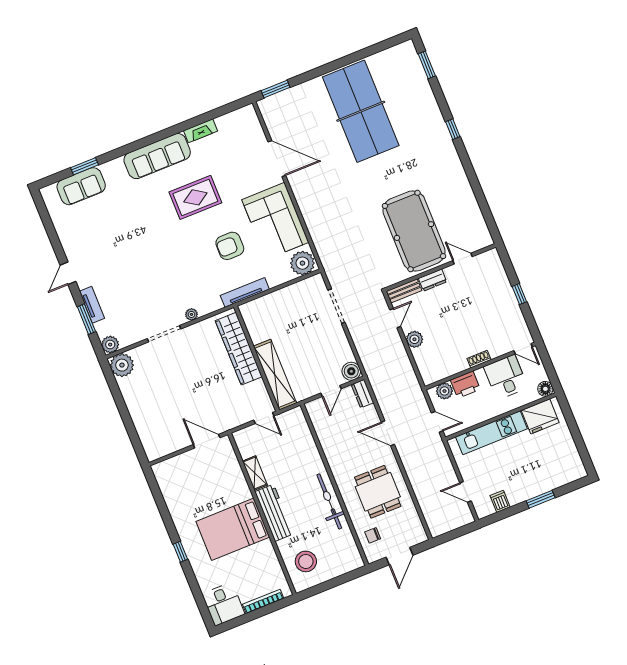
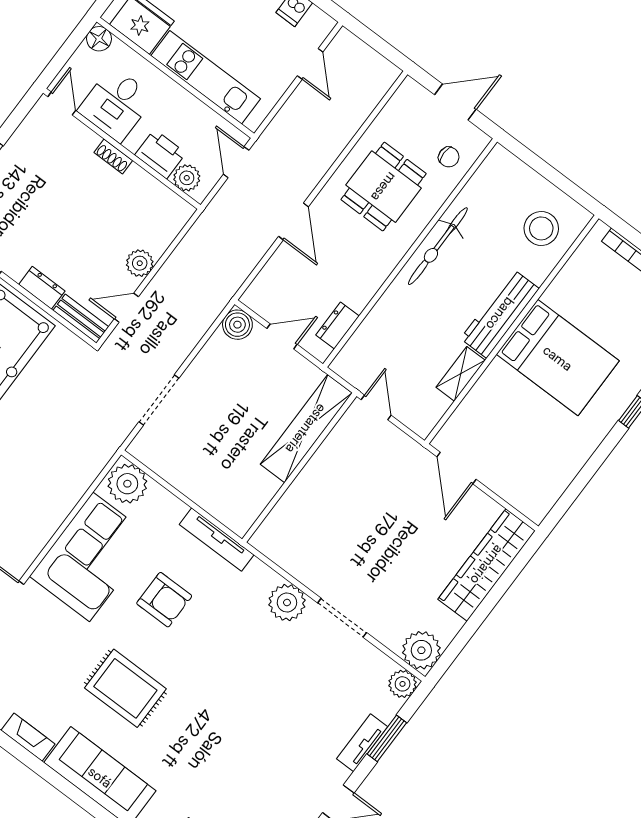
plant: (191, 314) -> (287, 603), width x1.88, depth x1.88
wardrobe: (239, 349) -> (487, 565), moved, turned 180
dresser: (362, 394) -> (337, 326), moved, turned 180

